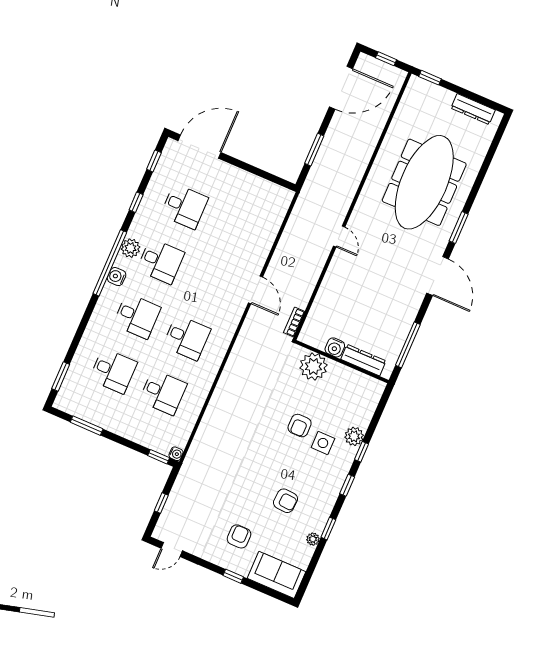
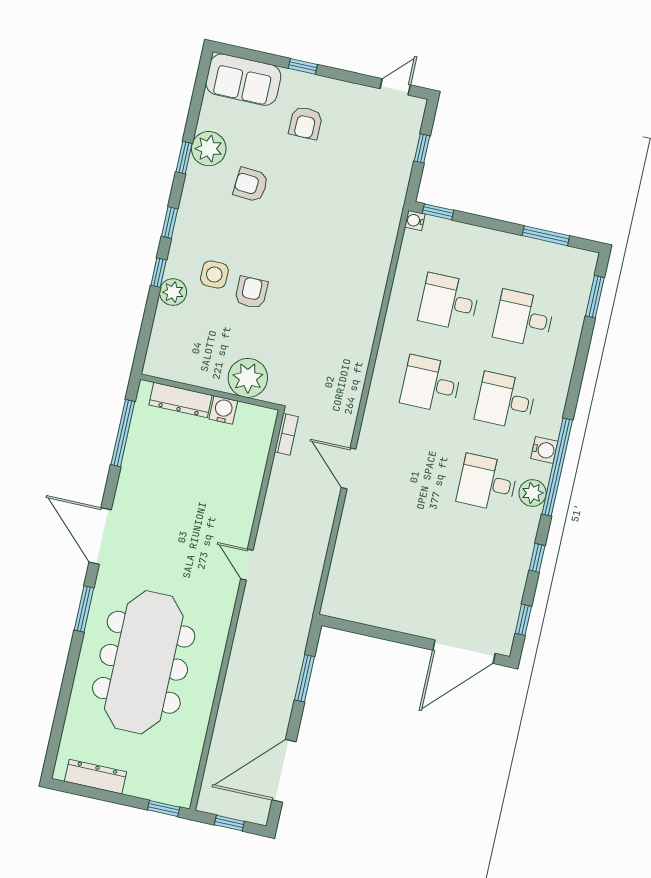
desk: (184, 206) -> (469, 565), removed
plant: (313, 539) -> (209, 149), width x1.87, depth x1.87

